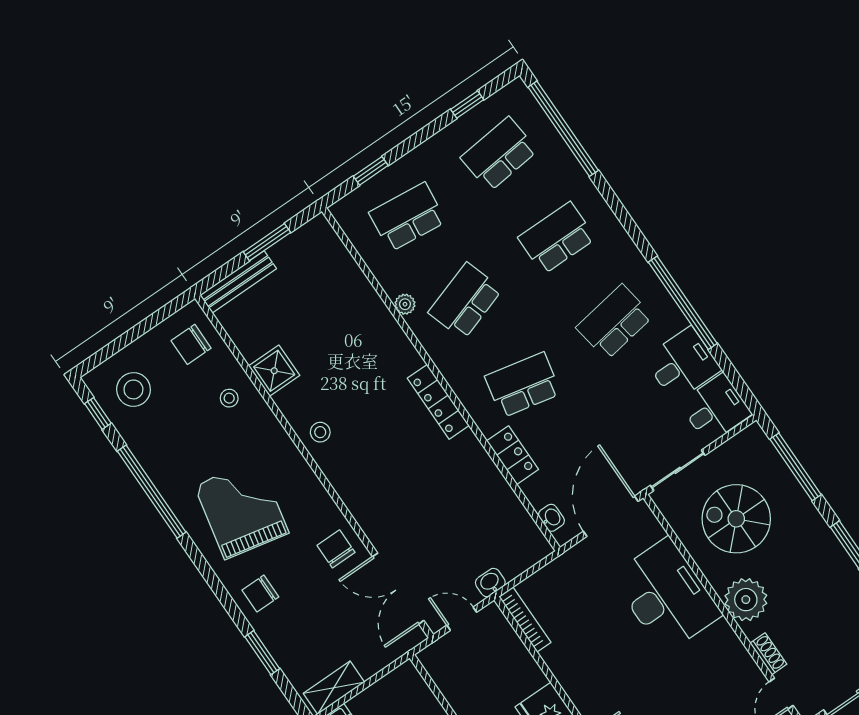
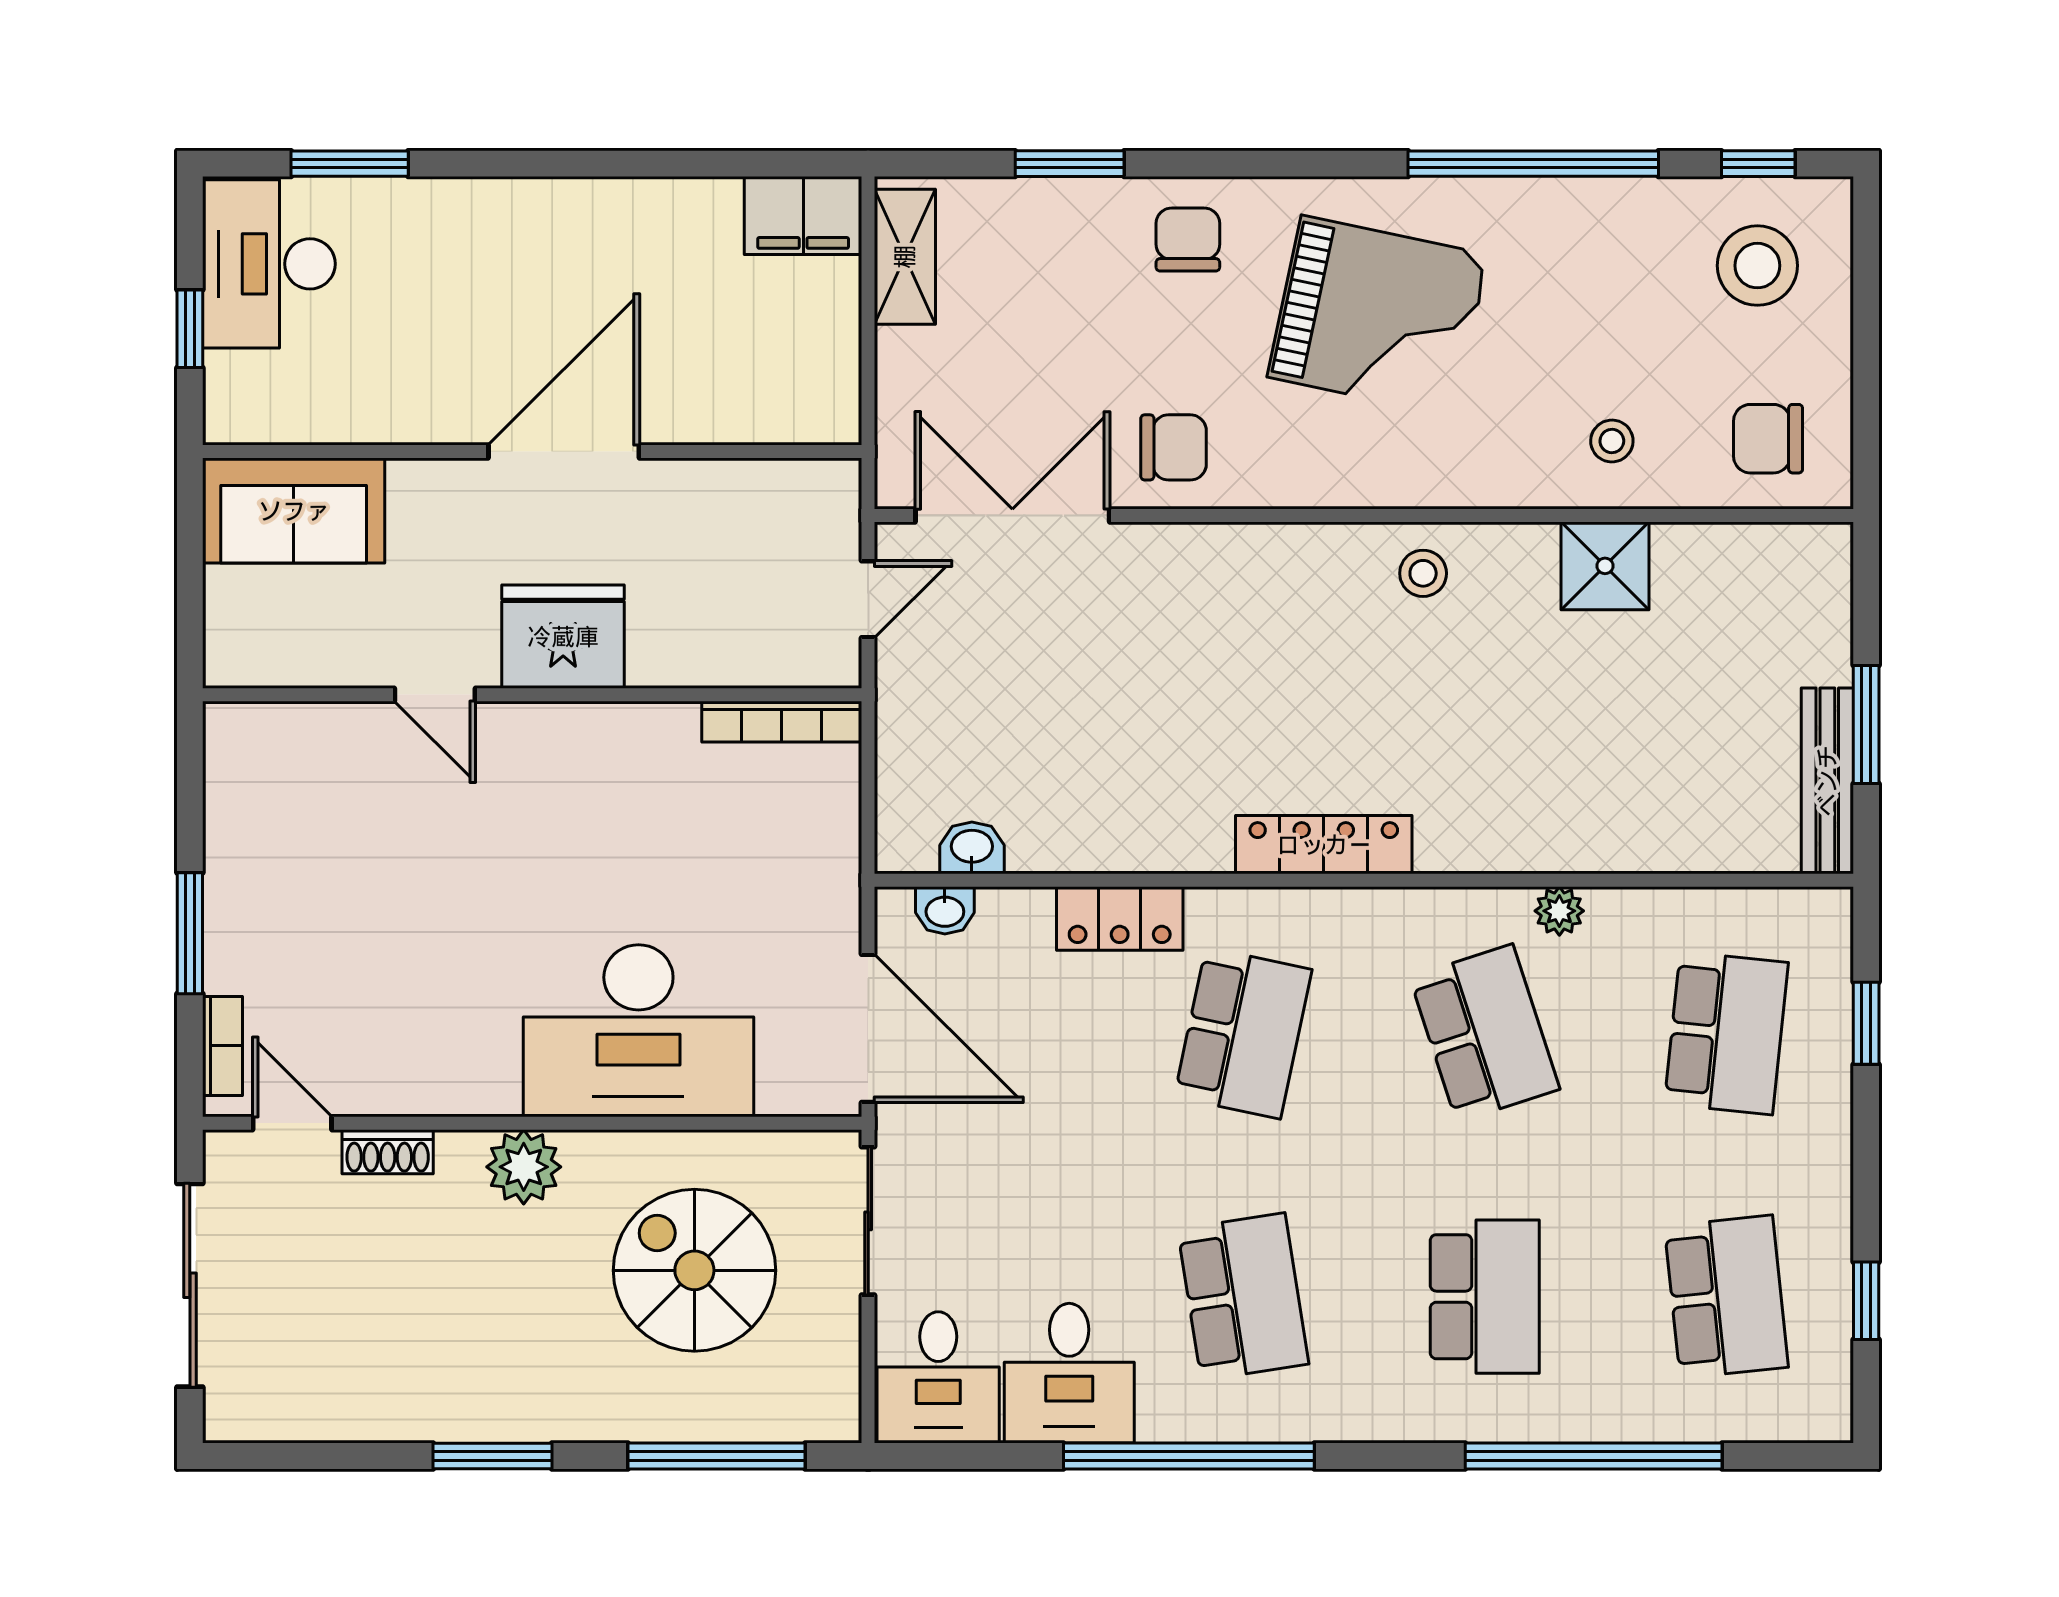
window: (563, 129) -> (1594, 1456), moved
bench: (238, 282) -> (1827, 781), moved
chair: (191, 344) -> (1768, 439), turned -90
spiral stairs: (736, 519) -> (694, 1270), turned -90
washbasin: (490, 583) -> (972, 848), moved, turned -90
plant: (746, 600) -> (524, 1167), width x0.73, depth x0.73

